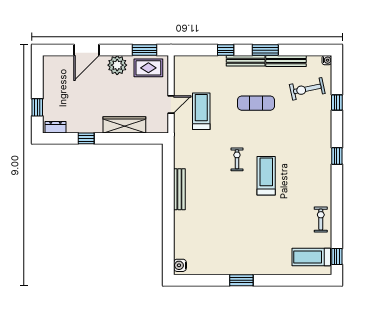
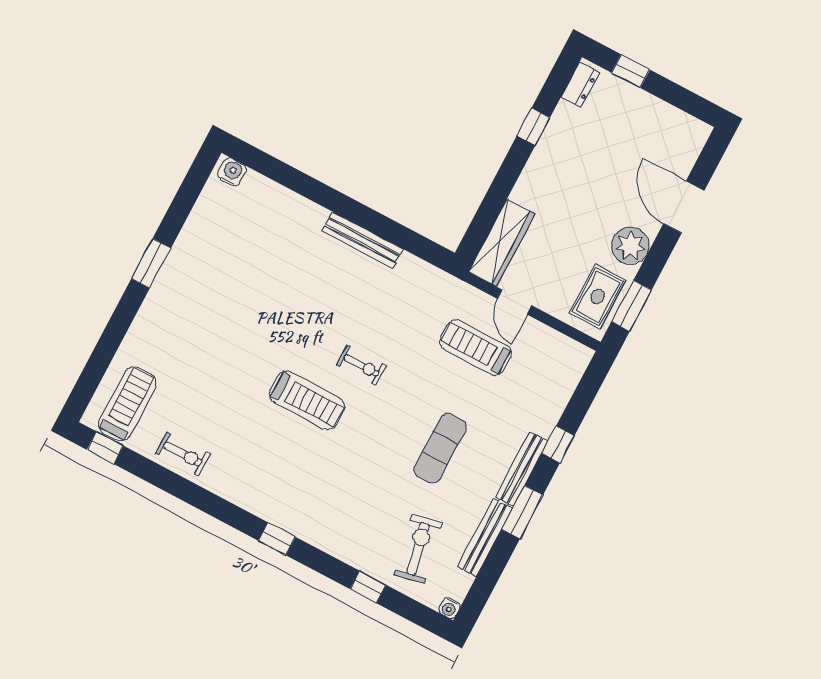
treadmill: (201, 111) -> (476, 348), turned 180
wardrobe: (124, 125) -> (502, 243), moved

